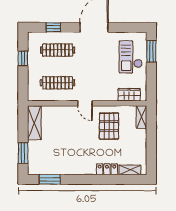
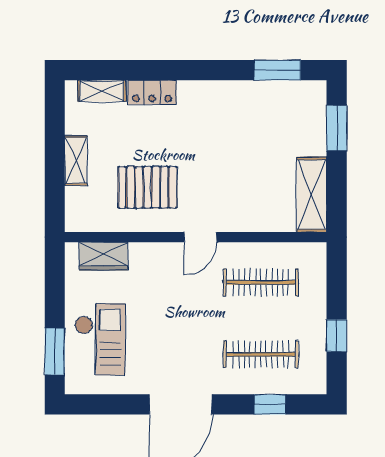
door: (85, 103) -> (200, 237), swing flipped
shelving: (142, 117) -> (76, 160), moved
pallet: (109, 126) -> (148, 187), turned 90

